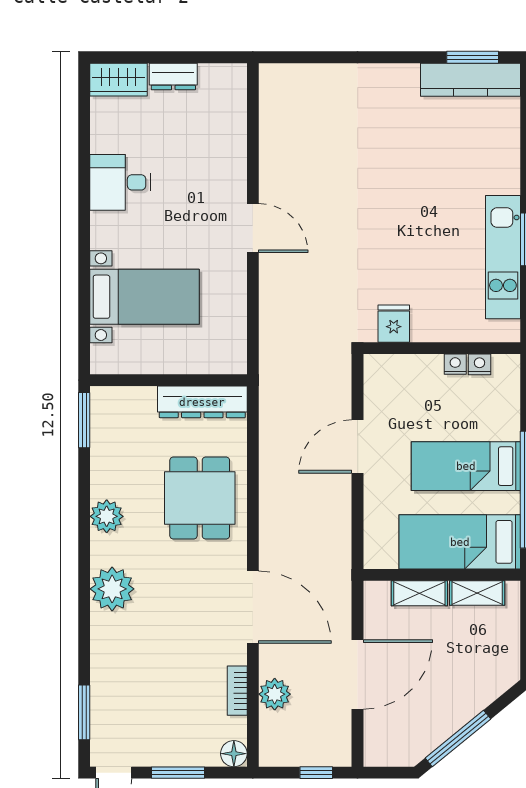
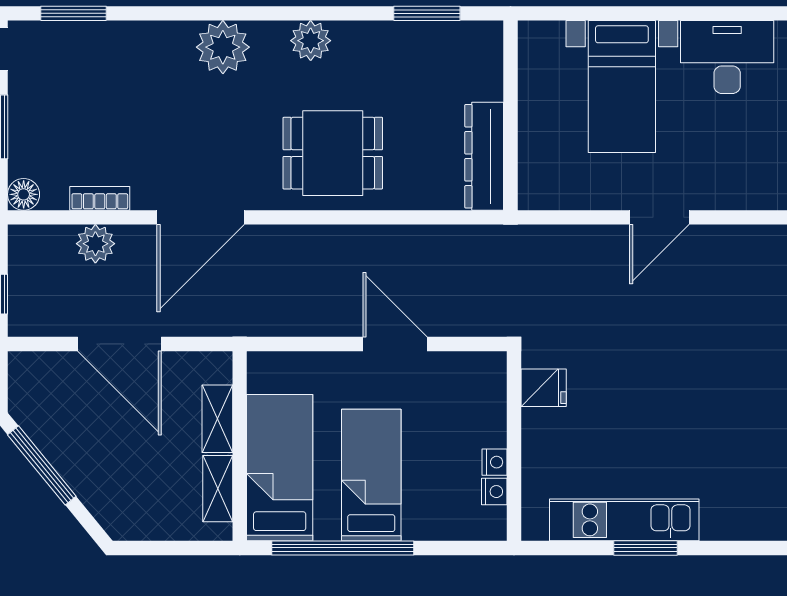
desk: (120, 182) -> (727, 57), width x1.37
bed with nightstands: (145, 297) -> (622, 86), moved
wall: (168, 380) -> (511, 115), moved
dresser: (202, 402) -> (484, 156), moved

